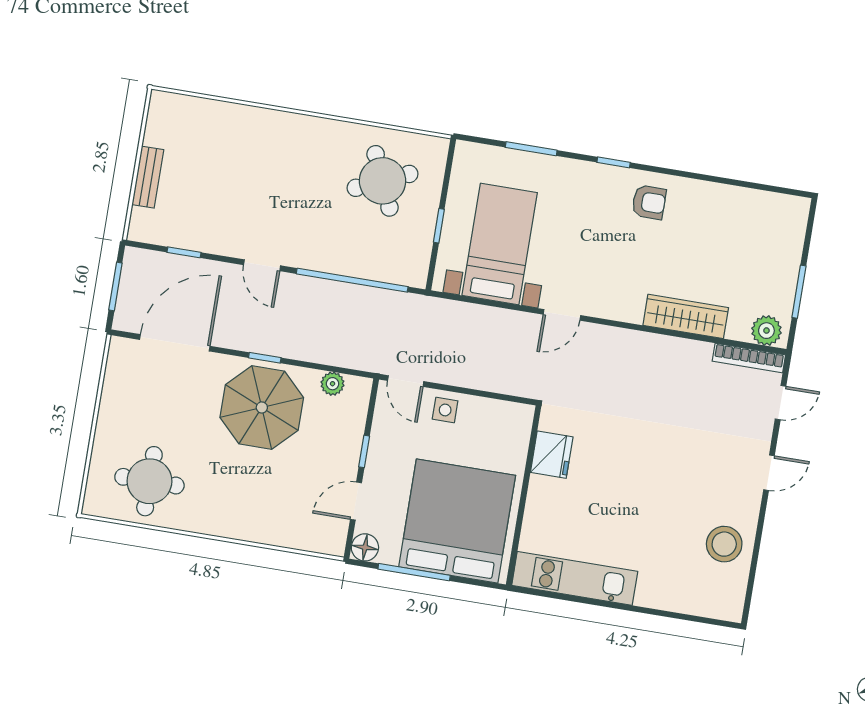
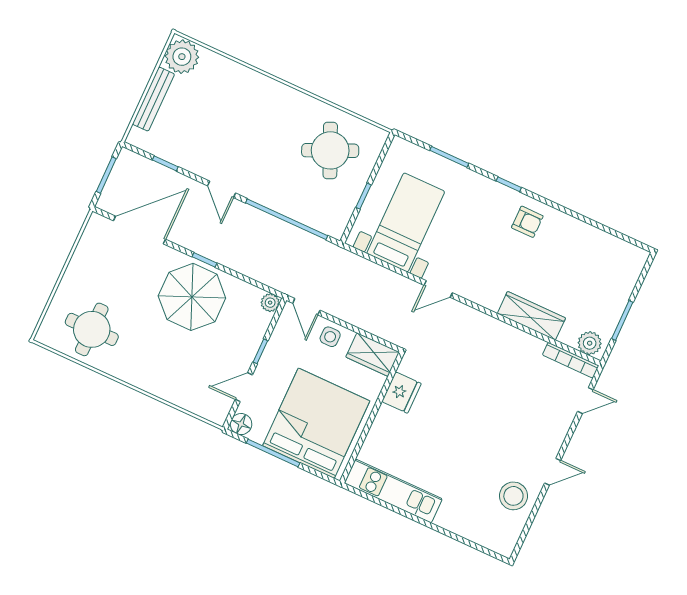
plant: (169, 115) -> (182, 57), added
bench: (148, 177) -> (153, 99), width x1.36
plant: (333, 384) -> (270, 303), moved
wardrobe: (503, 418) -> (373, 355), added
door: (769, 473) -> (553, 472), moved

